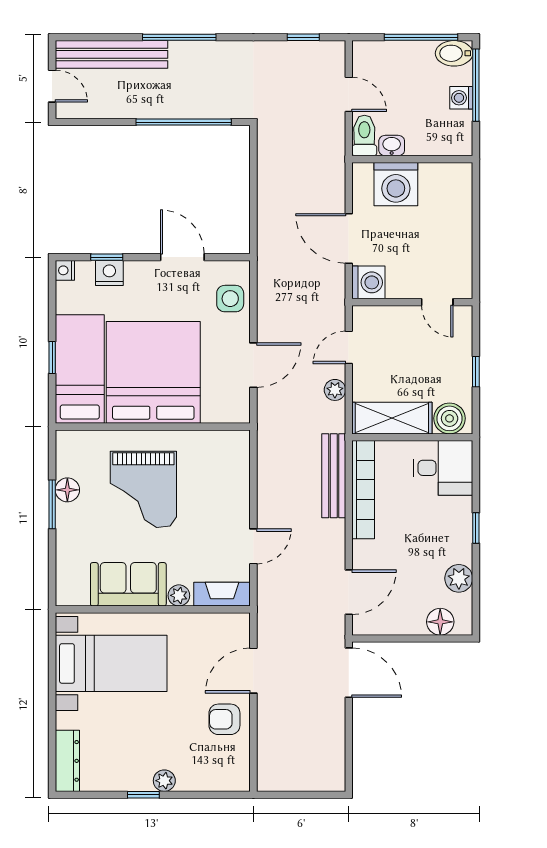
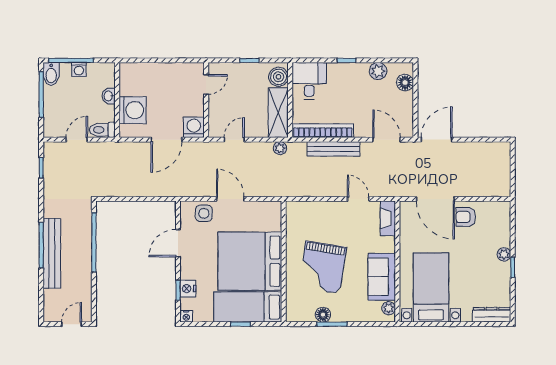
bench: (111, 54) -> (52, 253), moved
washbasin: (392, 146) -> (109, 96), moved
door: (349, 347) -> (234, 140), swing flipped
door: (253, 365) -> (230, 199), moved
plant: (335, 390) -> (280, 148), moved
bench: (334, 476) -> (333, 149), moved
grand piano: (143, 489) -> (323, 267), turned 99
plant: (179, 595) -> (389, 308), moved
door: (253, 671) -> (435, 199), width x1.36
armchair: (224, 719) -> (466, 217), turned 90

